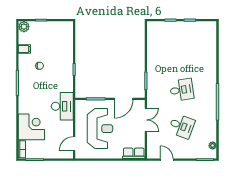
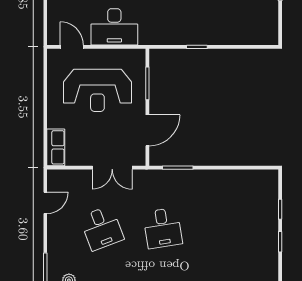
door: (124, 99) -> (147, 130), swing flipped
desk: (62, 106) -> (114, 27), moved
desk: (182, 126) -> (102, 228), turned -42

